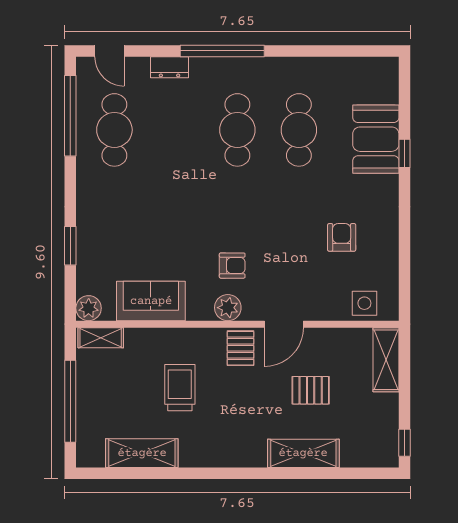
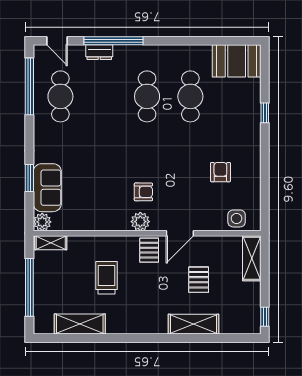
window: (222, 51) -> (114, 41), moved
booth: (376, 139) -> (237, 61), moved, turned 90
sofa: (151, 301) -> (47, 188), moved, turned 90
pallet: (311, 390) -> (199, 280), turned 90

